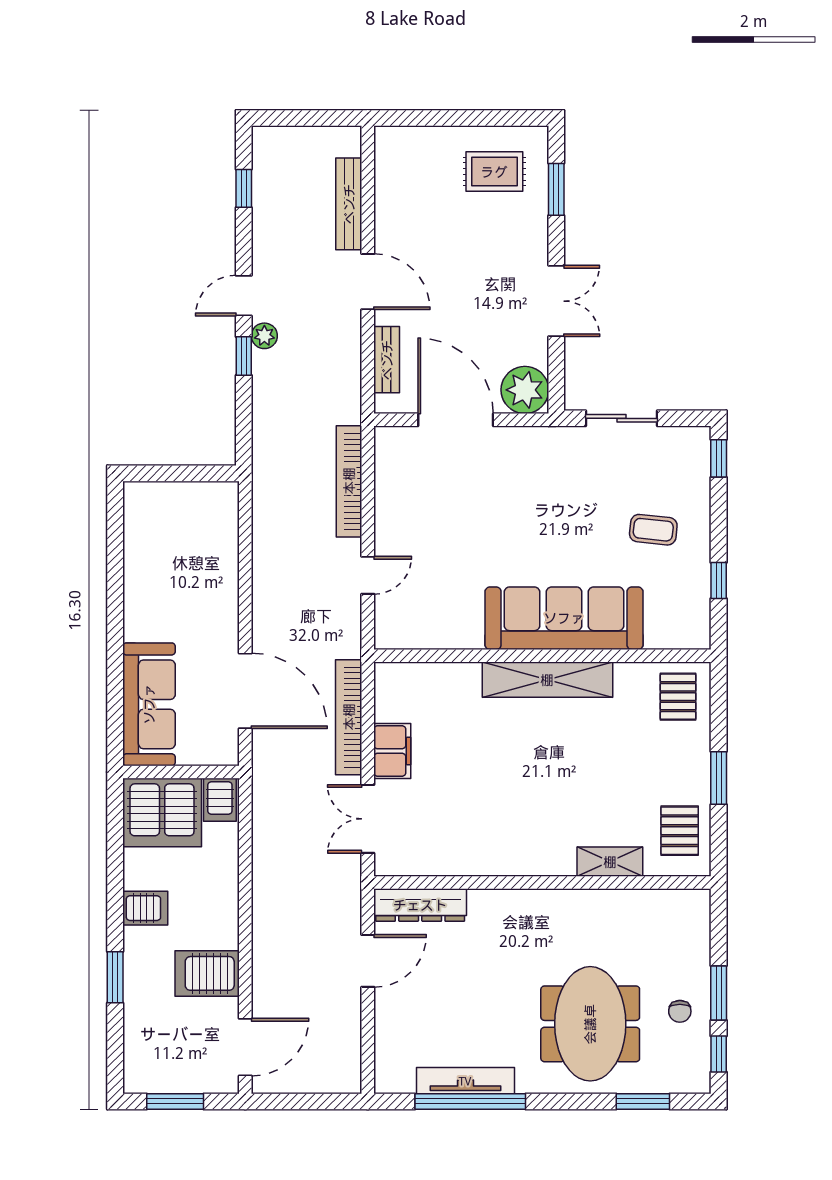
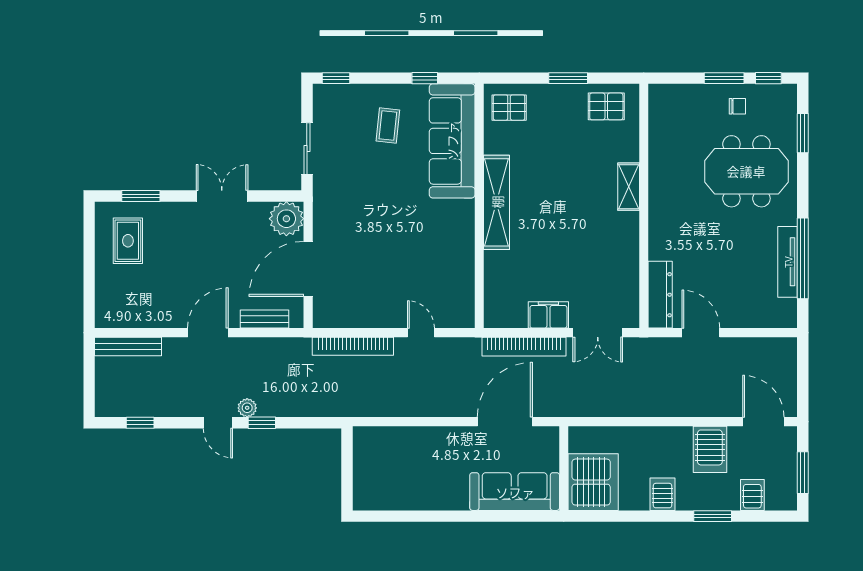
bench: (349, 204) -> (128, 346), moved
sofa: (564, 618) -> (452, 141), moved
server rack: (220, 800) -> (752, 495), moved, turned -90
shelving: (610, 862) -> (629, 187), moved

